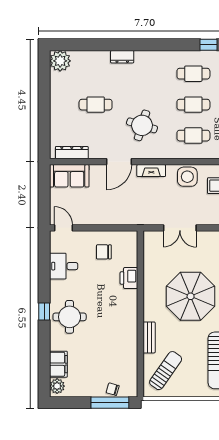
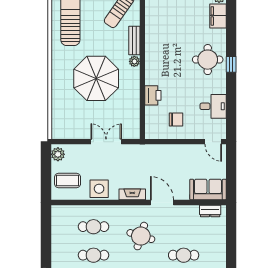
dresser: (72, 153) -> (210, 211), width x0.70
door: (119, 162) -> (162, 203), hinge flipped
plant: (149, 315) -> (134, 61), added

